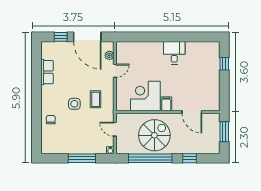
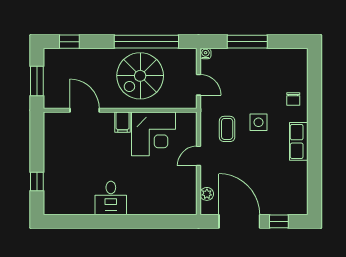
door: (115, 71) -> (199, 156), moved
row of seats: (47, 72) -> (299, 141), moved
window: (189, 158) -> (69, 42), moved

